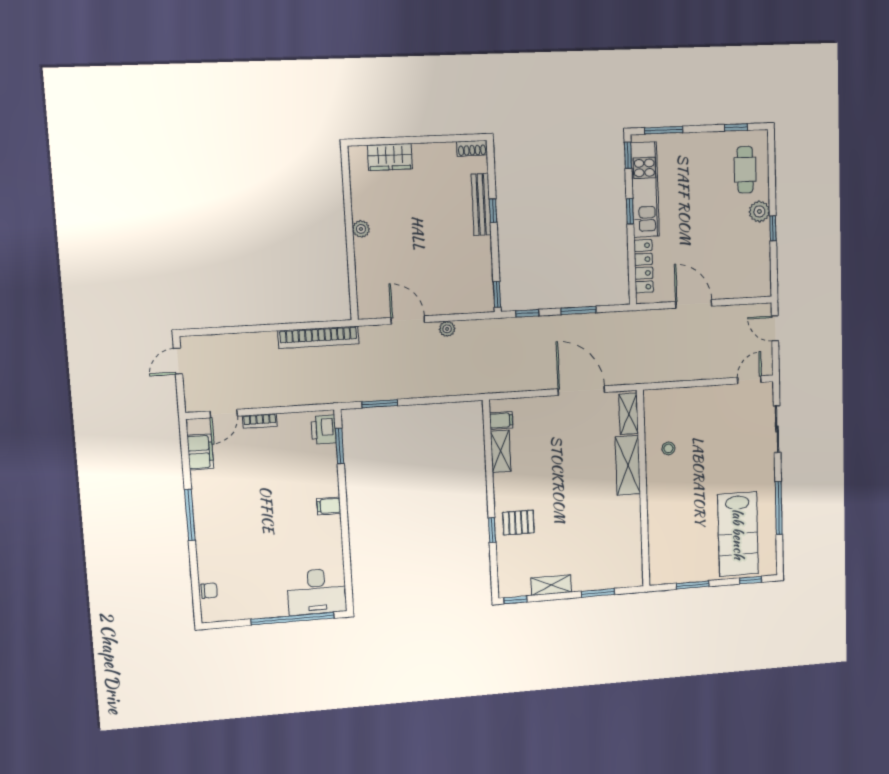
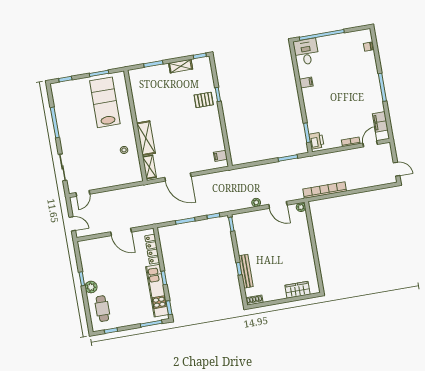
plant: (361, 229) -> (301, 207), moved
door: (178, 361) -> (397, 169), hinge flipped
shelving: (501, 451) -> (219, 139), removed
filing cabinet: (329, 506) -> (306, 83), moved
lab bench: (738, 534) -> (105, 102), moved
desk: (317, 592) -> (306, 52), width x0.73

